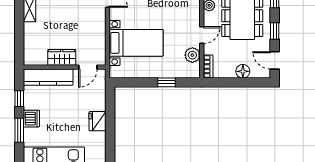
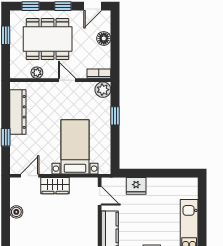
plant: (192, 55) -> (103, 90), moved
wardrobe: (62, 57) -> (55, 186), moved, turned -90
fridge: (98, 121) -> (136, 186), moved

